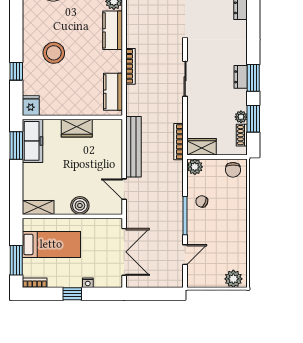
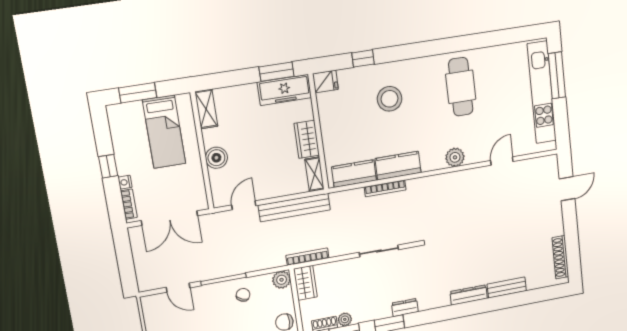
kitchen counter: (113, 30) -> (398, 166), moved
dresser: (241, 77) -> (405, 307), moved
shelving: (108, 126) -> (314, 174), added
bookcase: (35, 283) -> (129, 204), moved

